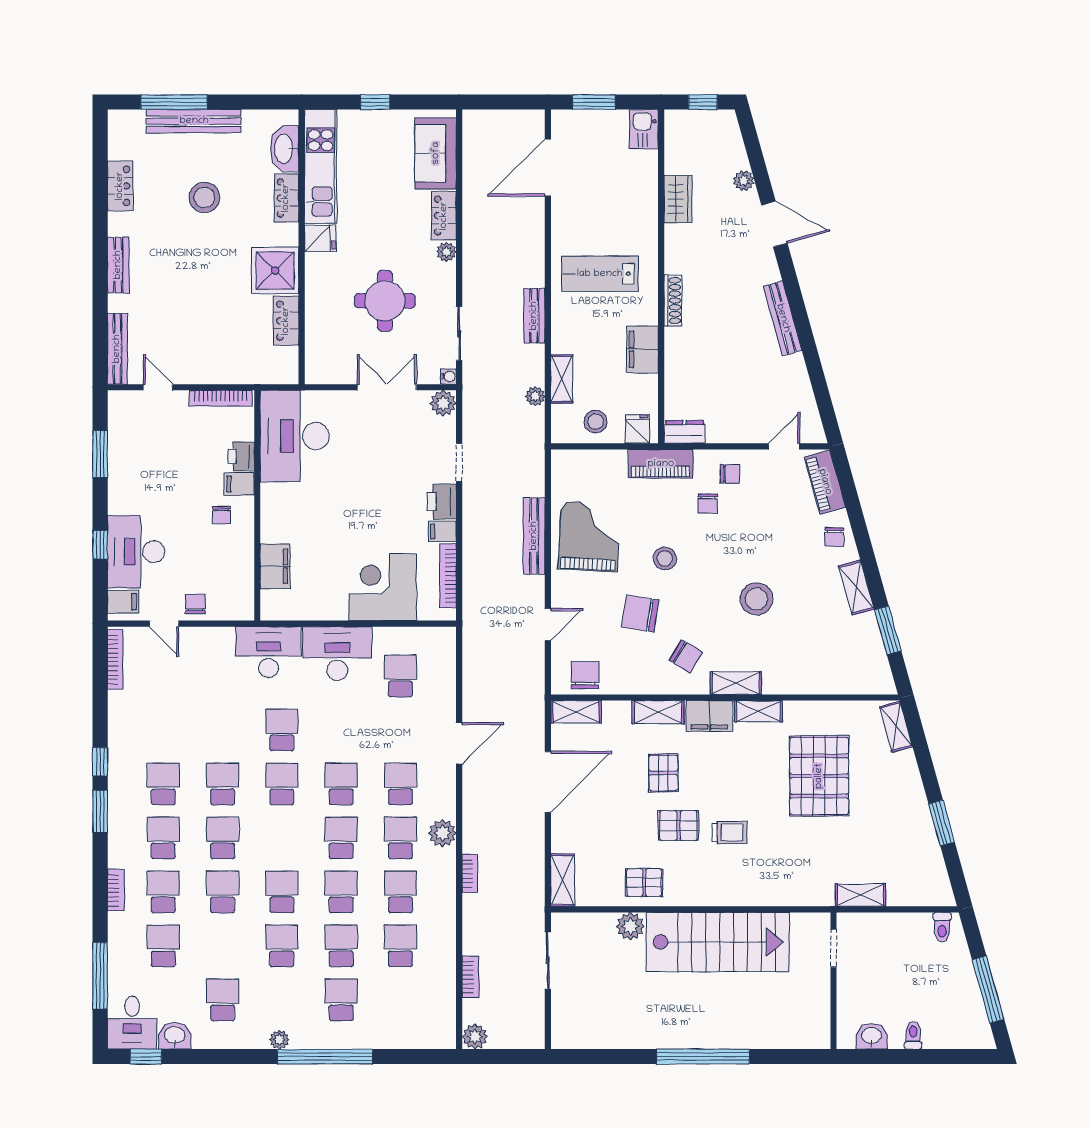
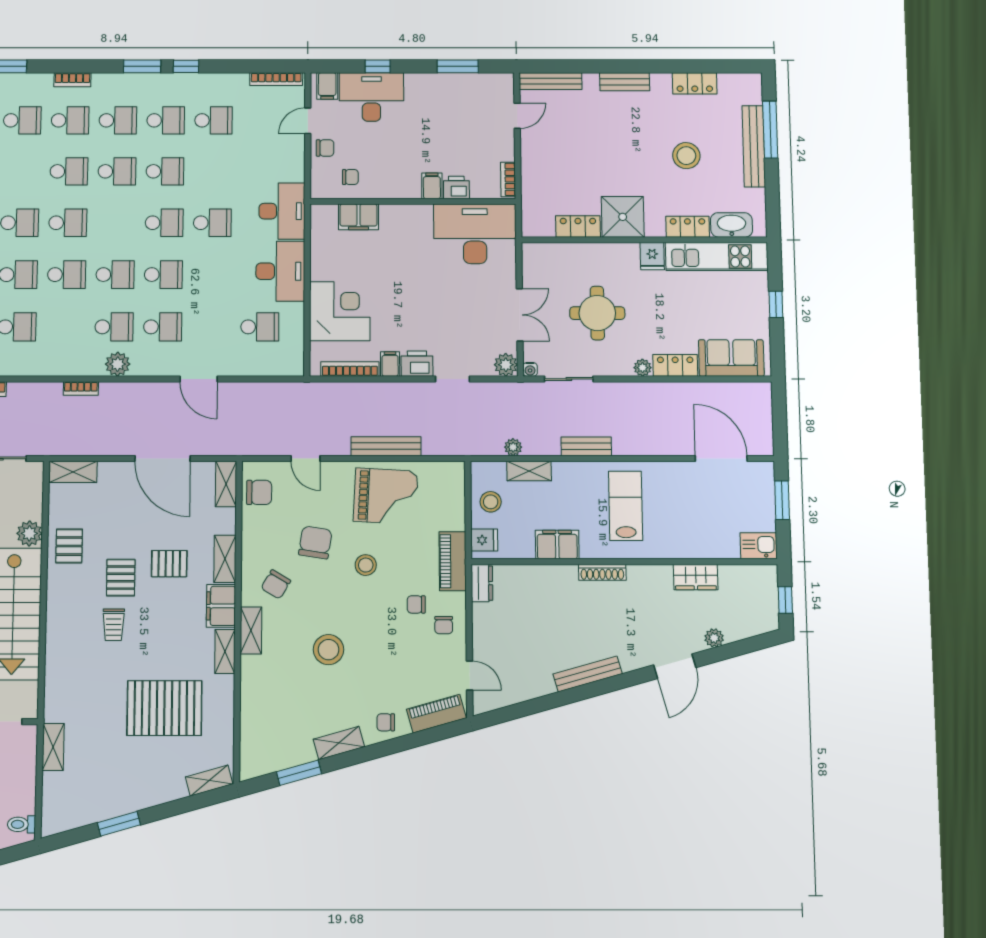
bookcase: (221, 398) -> (508, 179), width x0.64
chair: (222, 515) -> (350, 177), moved, turned 180
school desk: (400, 892) -> (214, 120), moved

